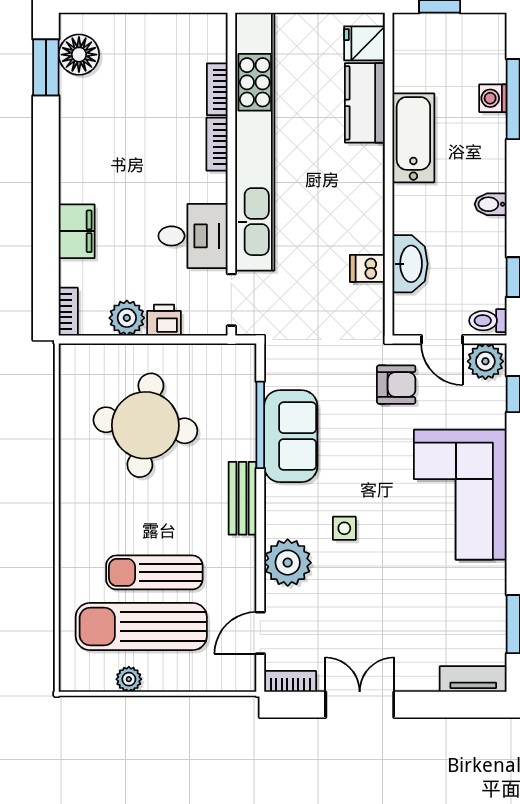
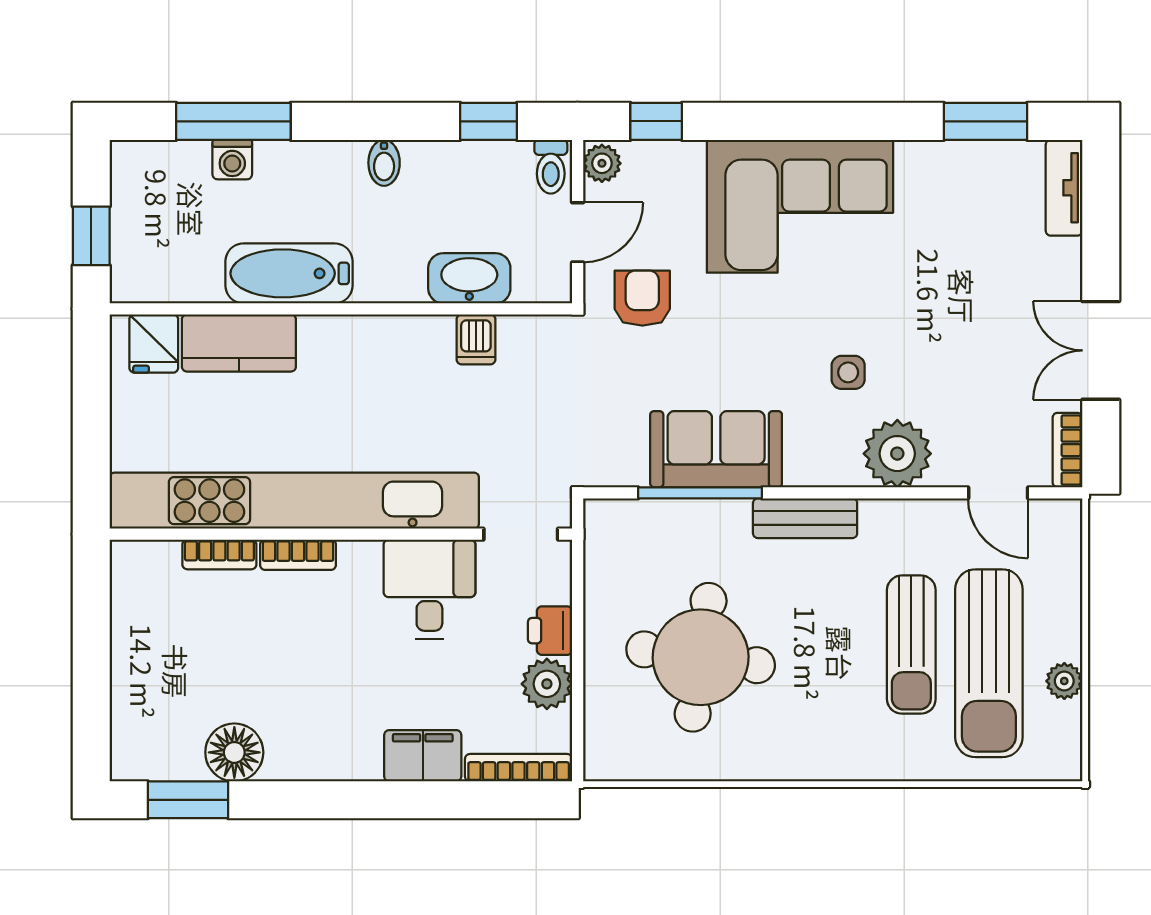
floor lamp: (79, 55) -> (234, 752), moved
bookcase: (68, 312) -> (519, 768), width x1.56
plant: (485, 361) -> (602, 163), width x0.73, depth x0.73

